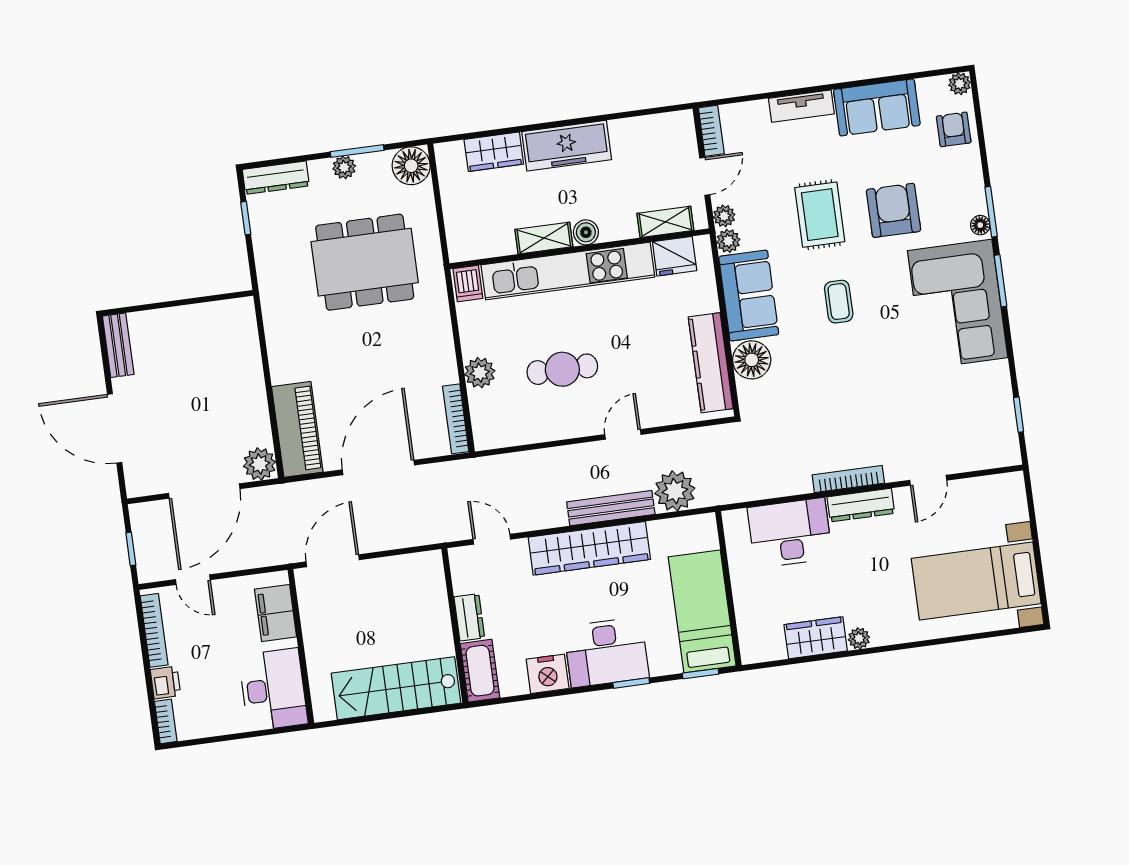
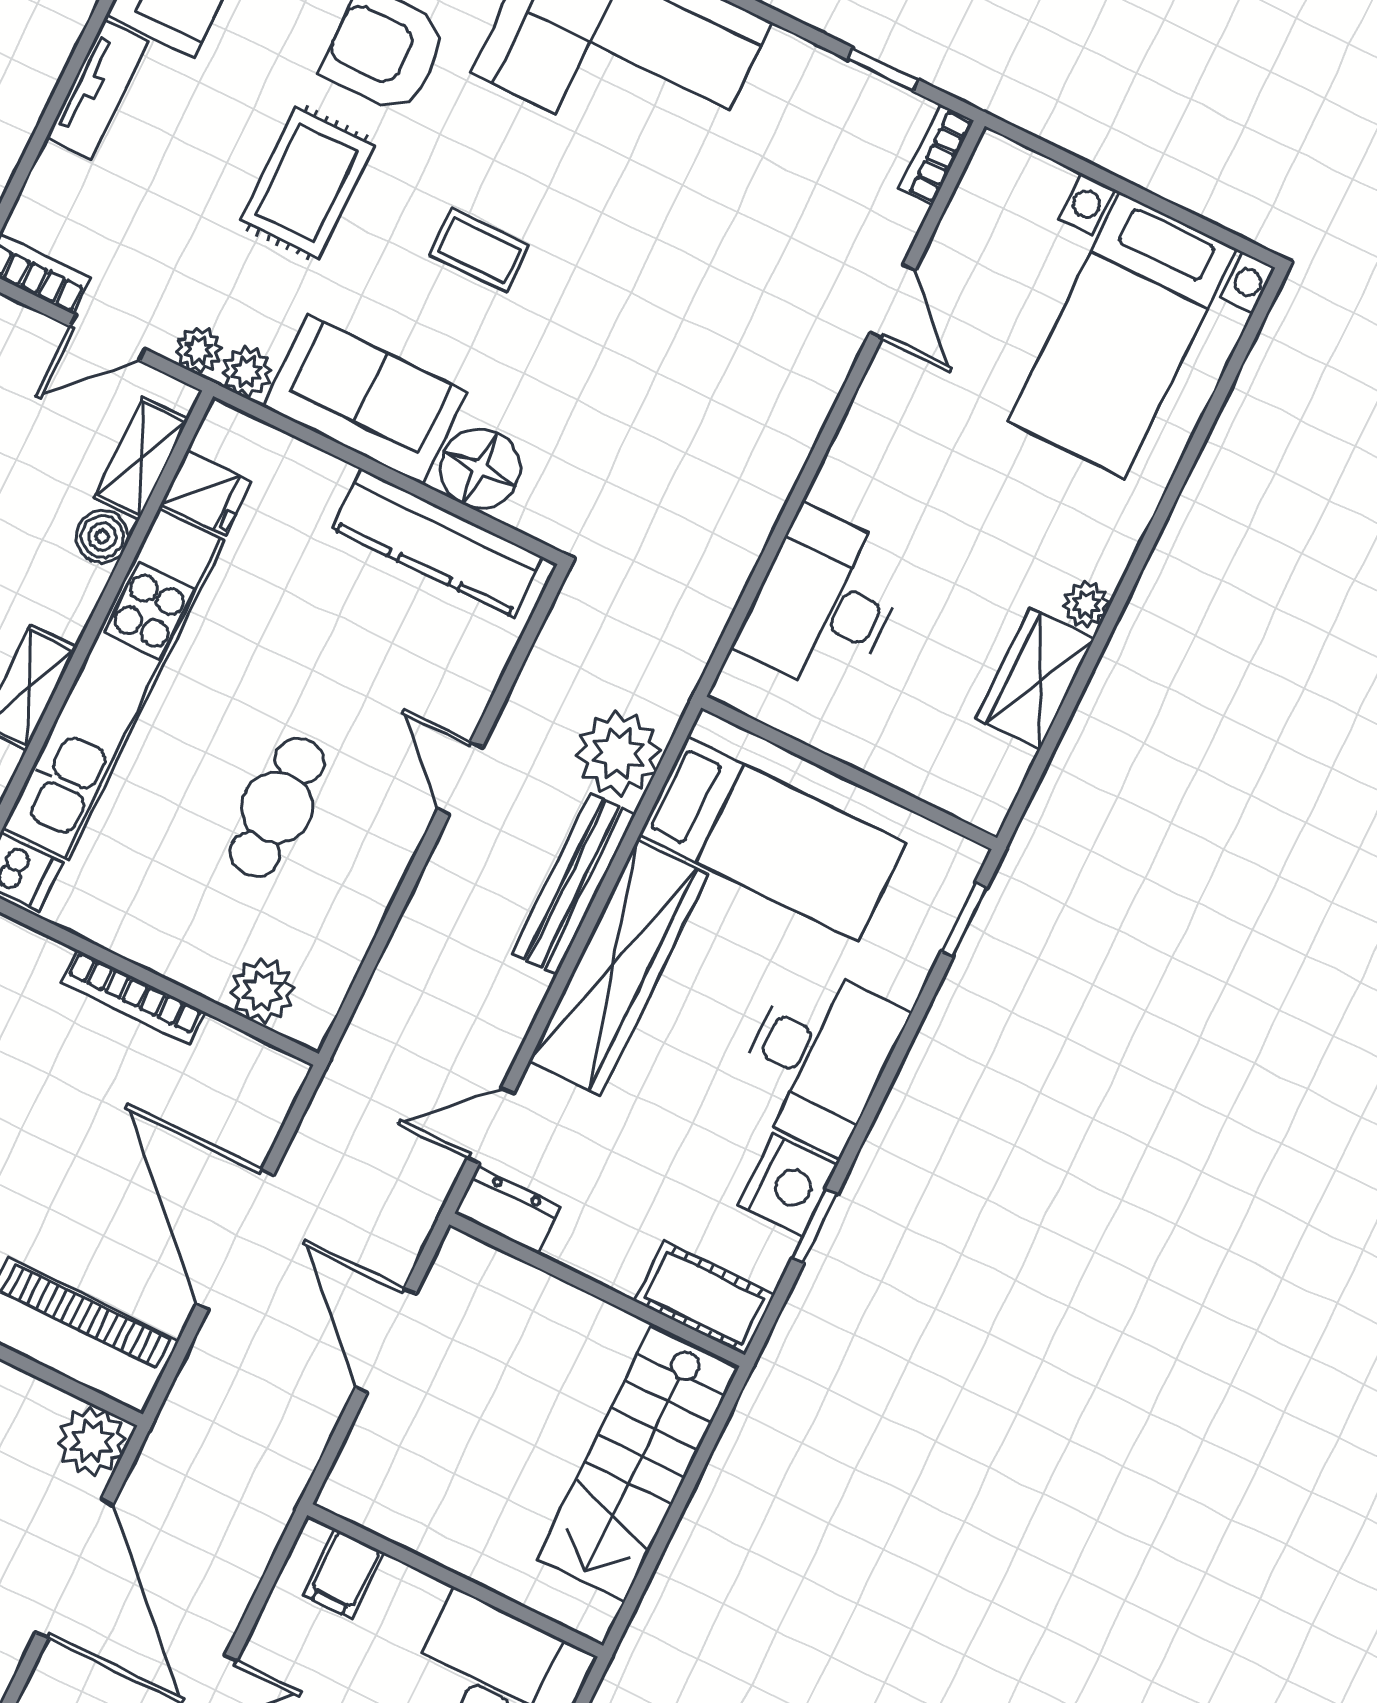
door: (705, 176) -> (108, 338), swing flipped
rug: (820, 215) -> (307, 183), turned 90
boiler: (586, 232) -> (102, 536), moved
fridge: (675, 256) -> (206, 493), width x0.72
plant: (480, 373) -> (263, 991), moved
bookcase: (456, 419) -> (133, 997), moved
bookcase: (848, 479) -> (936, 155), moved, width x0.64
dresser: (861, 505) -> (857, 447), removed
door: (333, 561) -> (386, 1340), moved
bed: (702, 611) -> (773, 839), moved, turned 180
filing cabinet: (276, 613) -> (344, 1574), width x0.50
dresser: (469, 617) -> (508, 1210), moved
window: (631, 683) -> (815, 1226), moved

